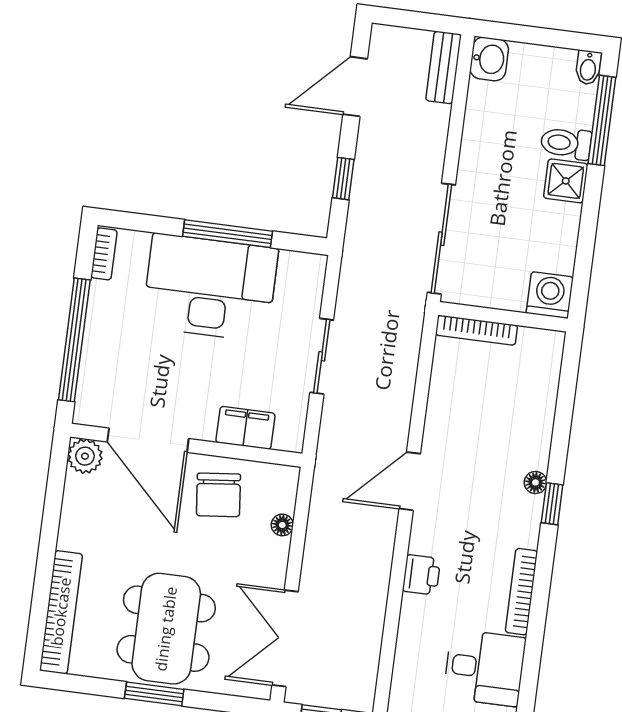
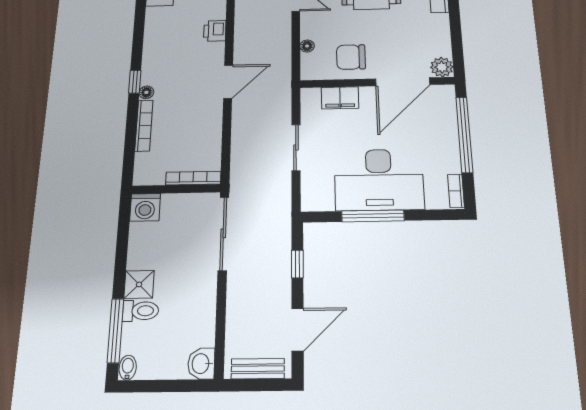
bench: (444, 67) -> (258, 369), moved, turned 90
door: (148, 440) -> (403, 82), swing flipped
chair: (218, 495) -> (351, 57), turned -84
bookcase: (522, 592) -> (144, 126), moved

